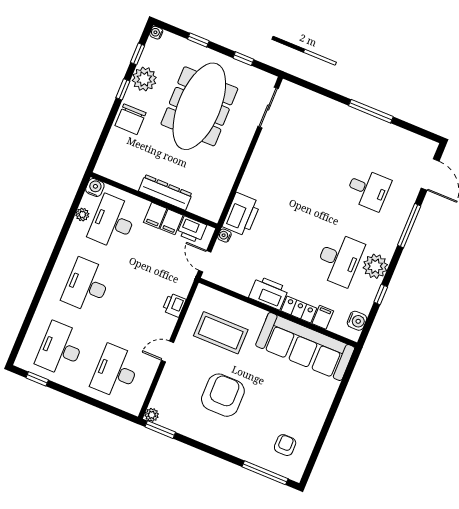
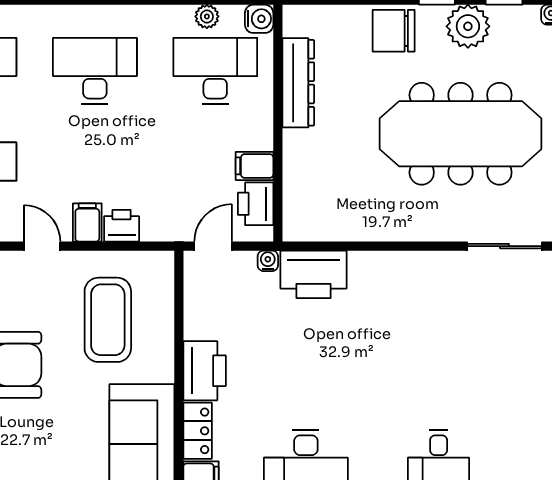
dresser: (165, 192) -> (298, 83), moved
filing cabinet: (155, 215) -> (87, 222), moved, turned 90

